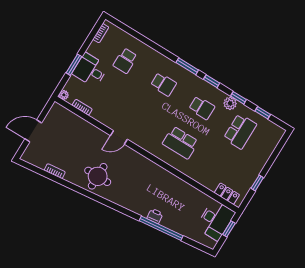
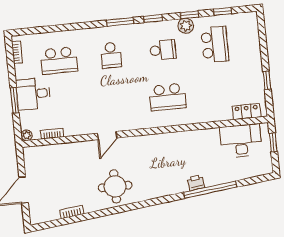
school desk: (125, 61) -> (59, 60), width x1.85
school desk: (163, 84) -> (111, 55), turned 90
desk: (215, 220) -> (241, 141), moved, turned -90

